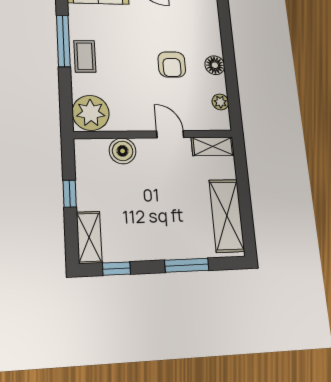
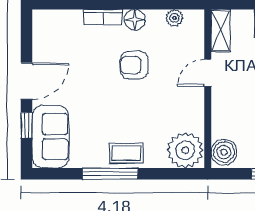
bookcase: (214, 37) -> (103, 17), added
armchair: (172, 64) -> (134, 65), turned 180
boiler: (123, 151) -> (224, 152), moved

